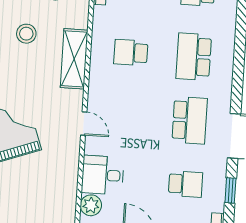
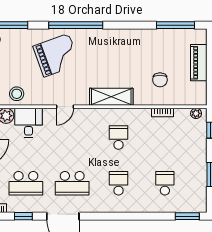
stool: (26, 34) -> (17, 94), moved
school desk: (194, 57) -> (119, 183), width x0.54
school desk: (186, 184) -> (26, 183), width x1.85

